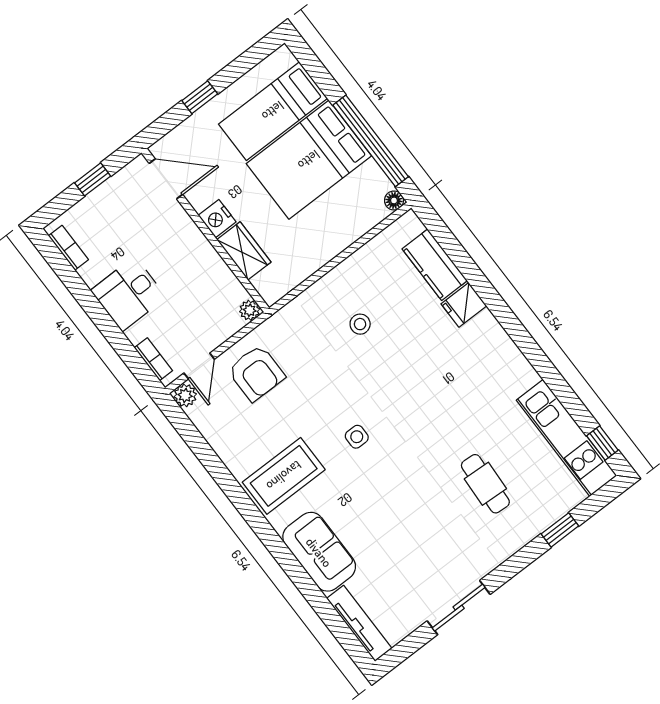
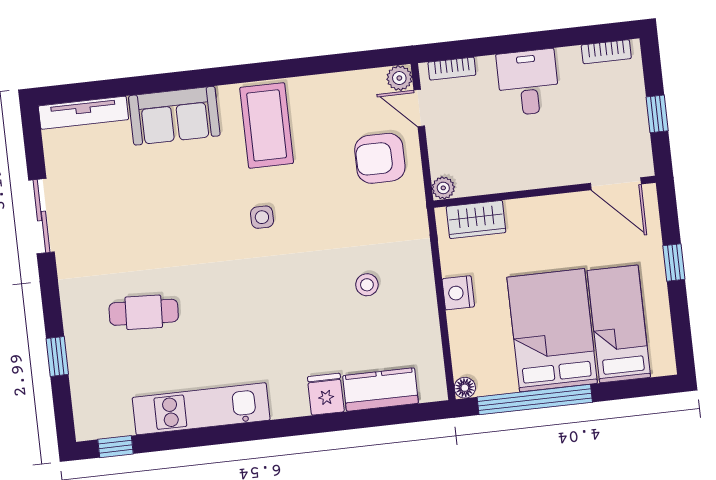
door: (166, 179) -> (616, 184), hinge flipped
nightstand: (217, 219) -> (458, 293), moved, turned -90
wardrobe: (244, 251) -> (476, 219), moved
kitchen unit: (567, 438) -> (201, 409), moved

